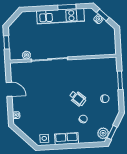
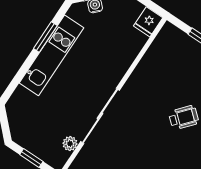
fridge: (109, 49) -> (148, 22), added

